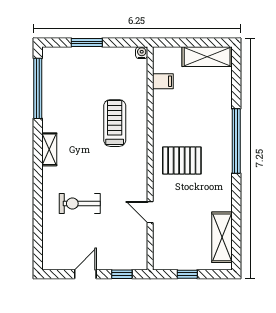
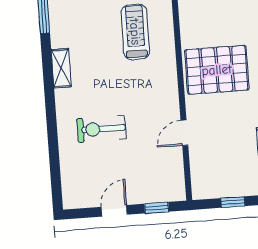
pallet: (182, 160) -> (217, 70), width x1.37, depth x1.41
door: (150, 212) -> (184, 133), hinge flipped

